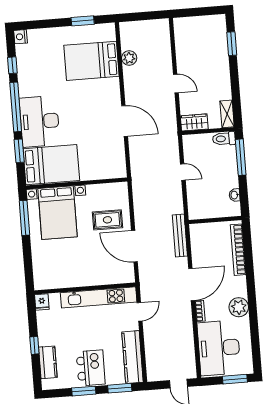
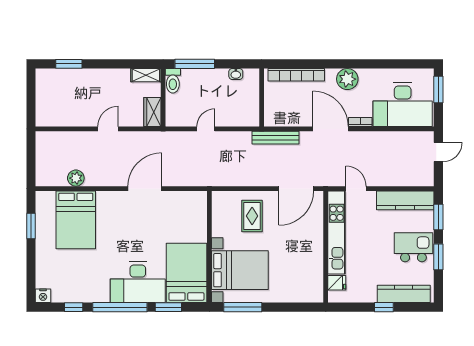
door: (134, 246) -> (296, 189), moved
fridge: (42, 302) -> (337, 283), moved
plant: (239, 307) -> (347, 79), moved
kitchen counter: (48, 362) -> (404, 294), width x1.50

